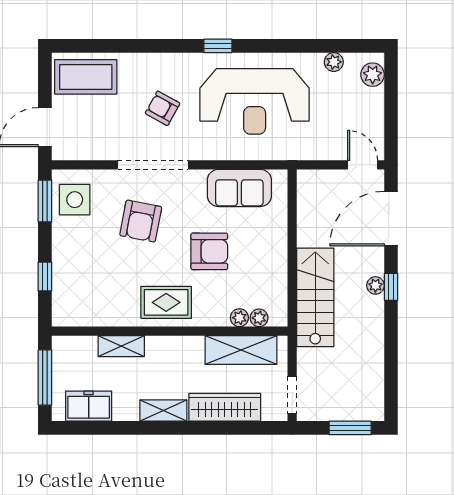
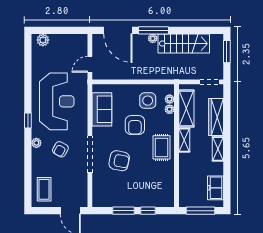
plant: (334, 62) -> (36, 143), moved
coffee table: (86, 77) -> (44, 189), width x0.73, depth x0.76
door: (363, 165) -> (90, 64), moved
side table: (75, 200) -> (148, 101), moved
window: (45, 201) -> (124, 211), moved
armchair: (209, 251) -> (135, 125), turned 180
window: (391, 287) -> (153, 30), width x2.17
stairs: (315, 297) -> (184, 44), moved, turned 180
shelving: (121, 346) -> (184, 140), moved

